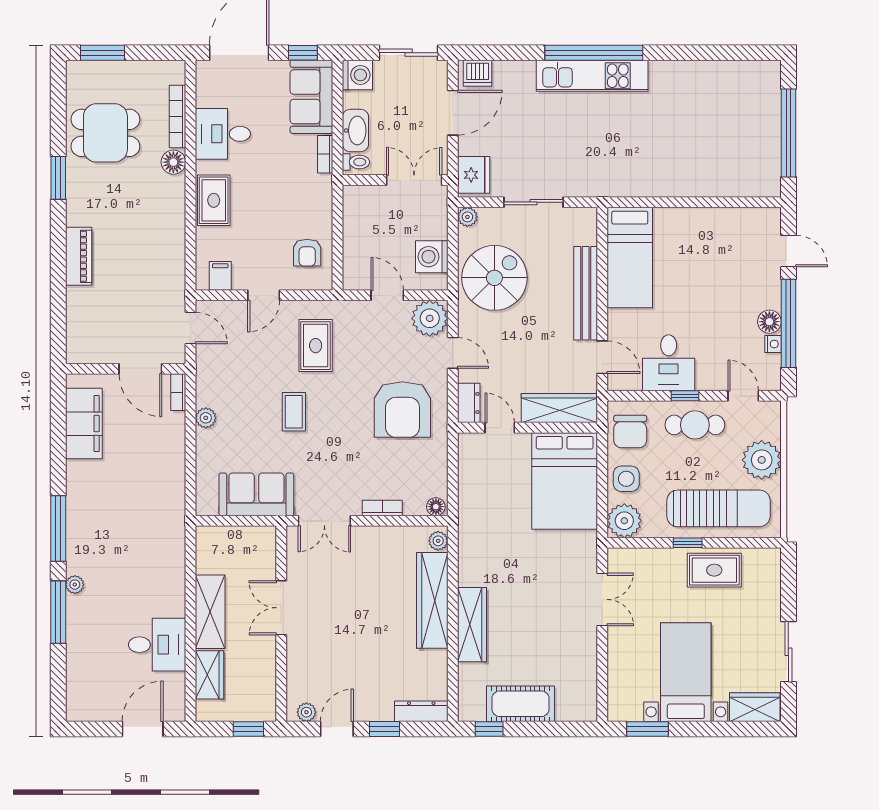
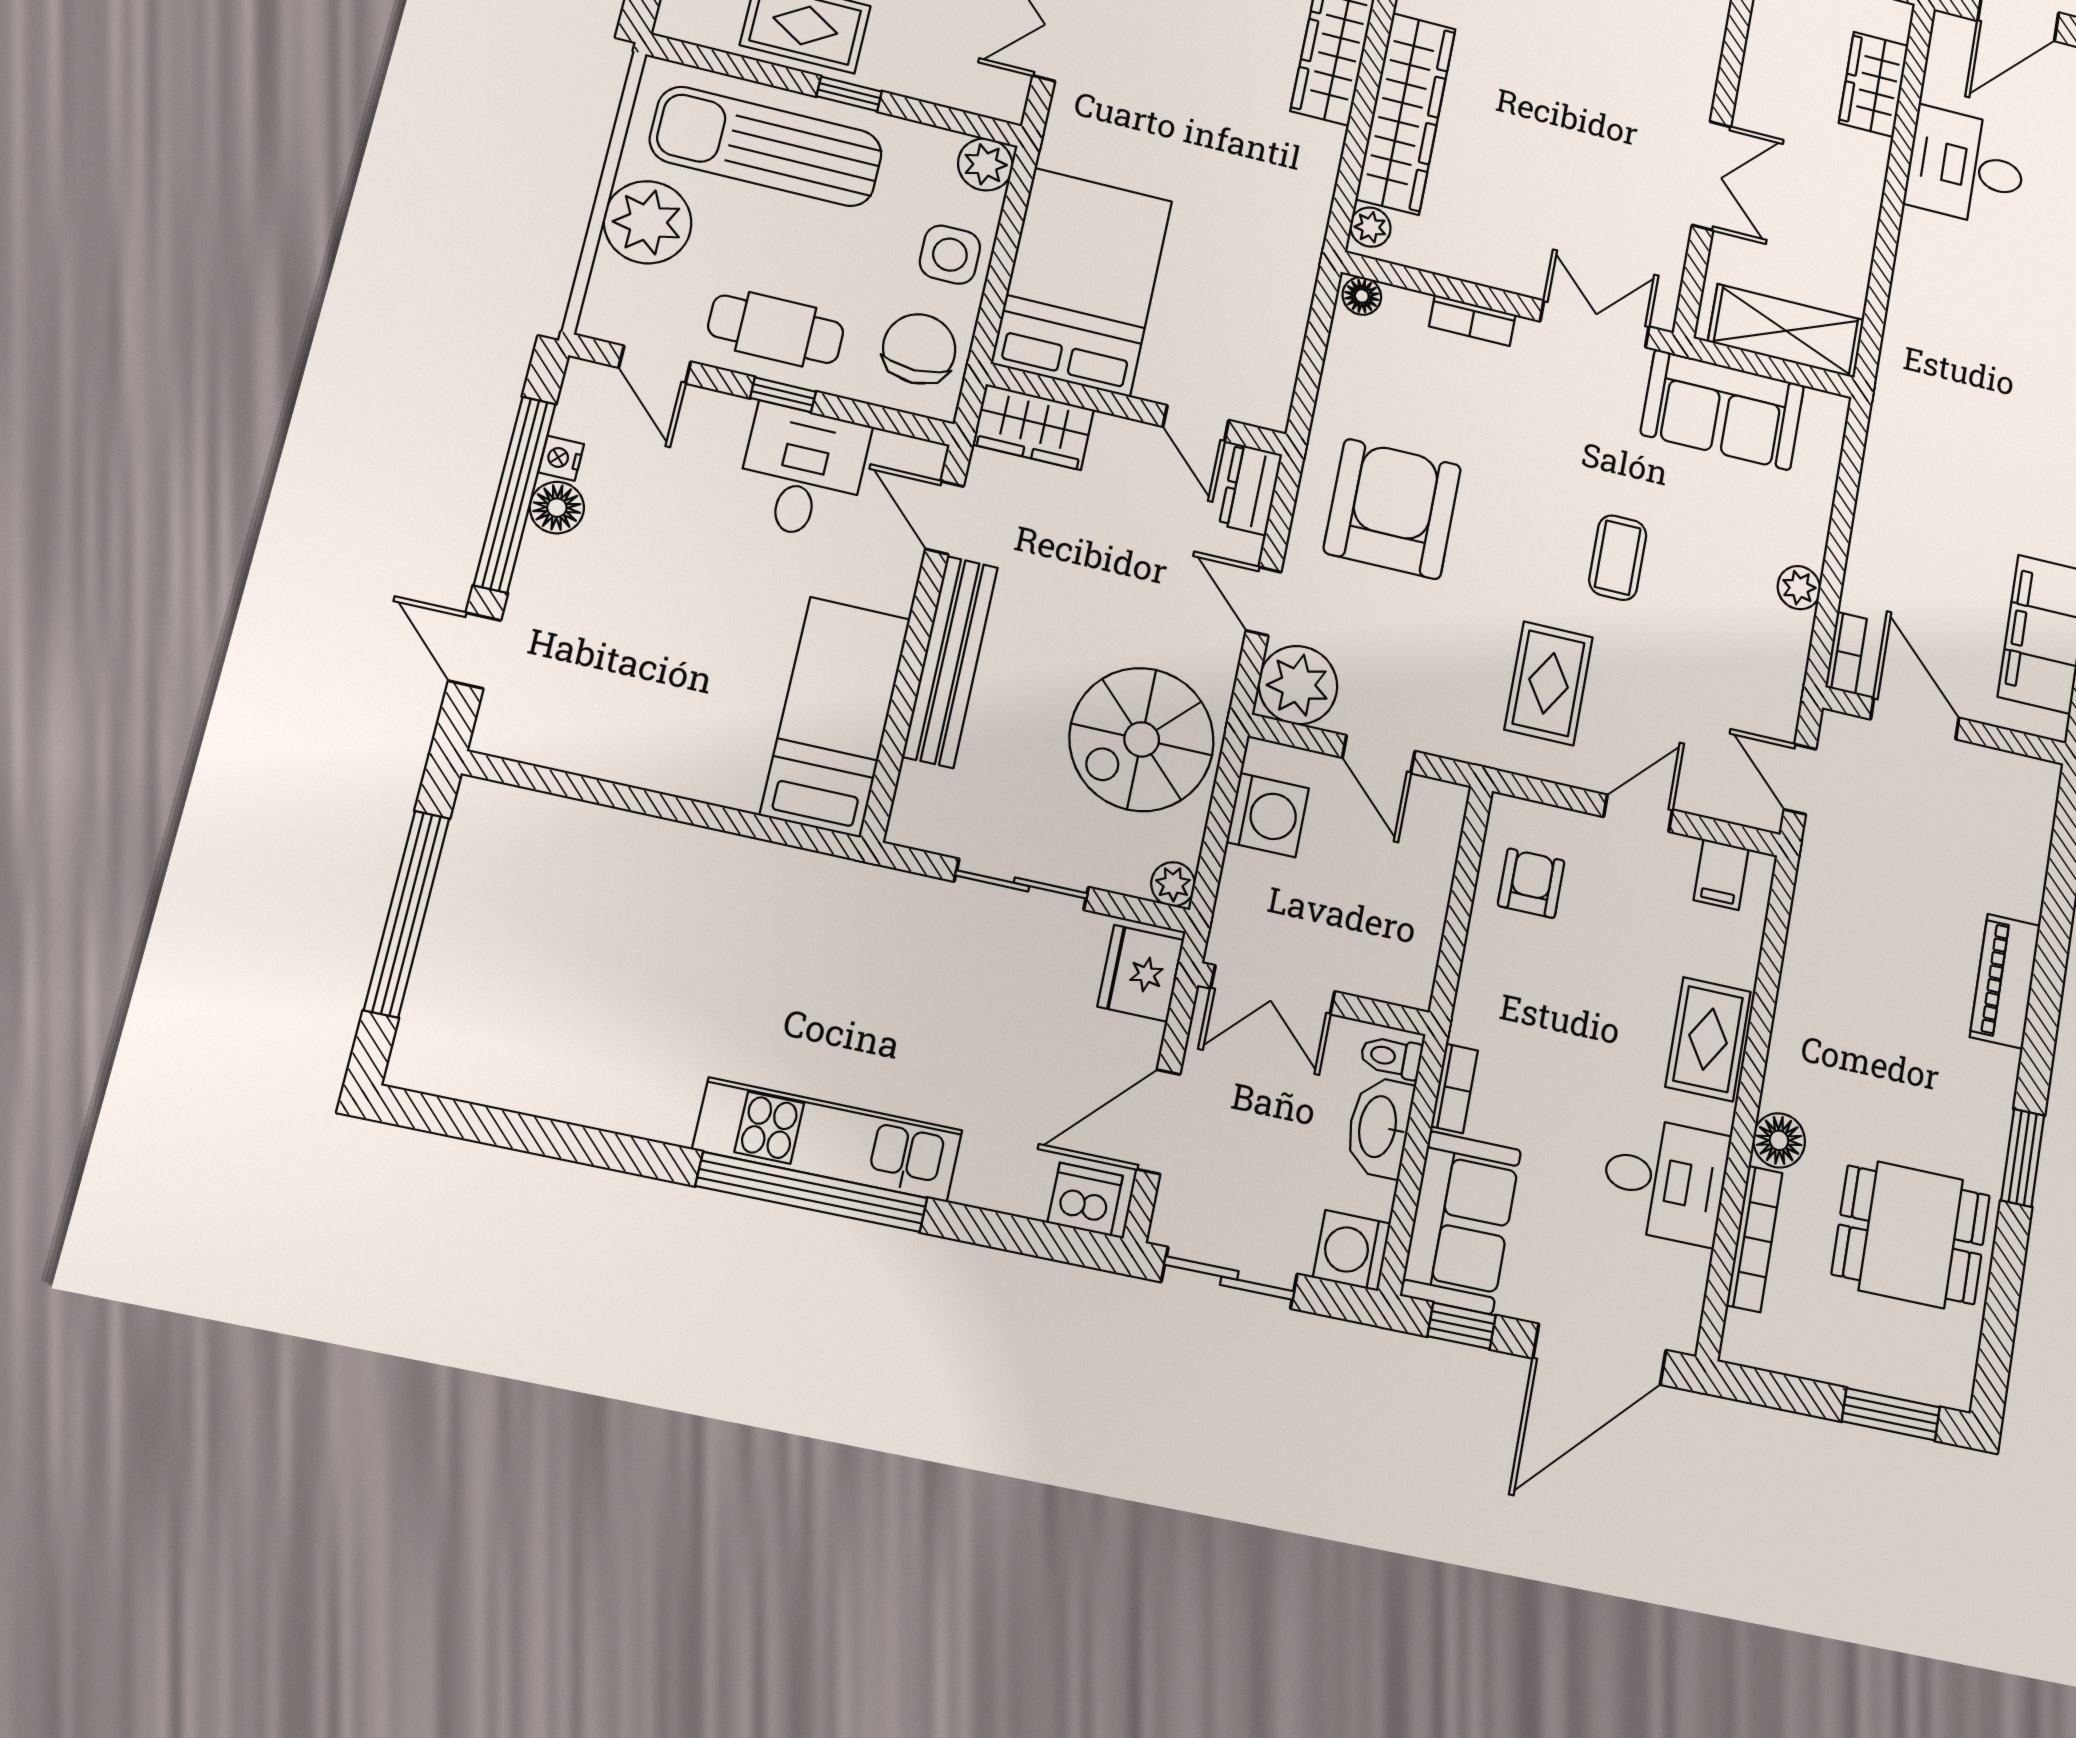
wardrobe: (559, 408) -> (1033, 427), width x0.67
plant: (624, 521) -> (985, 164), width x0.73, depth x0.73
shelving: (210, 612) -> (1786, 331), moved, turned 90

